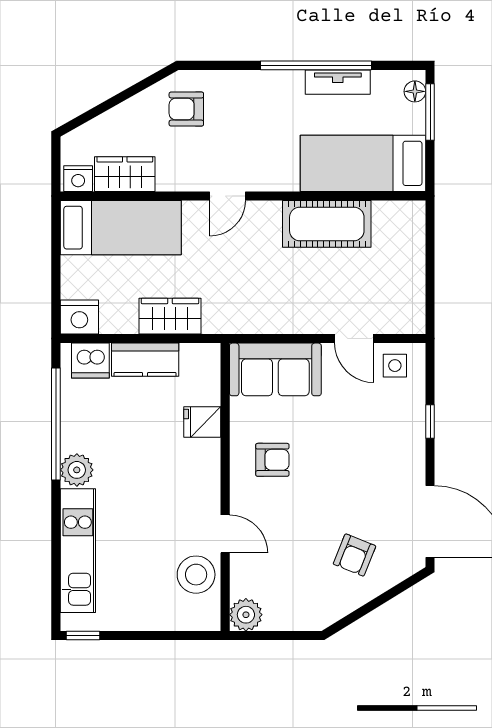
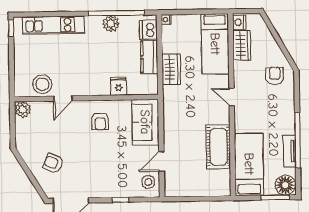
floor lamp: (415, 91) -> (285, 185), width x1.89, depth x1.89
nightstand: (79, 317) -> (166, 20), width x0.53, depth x0.56
plant: (77, 470) -> (111, 24), moved

